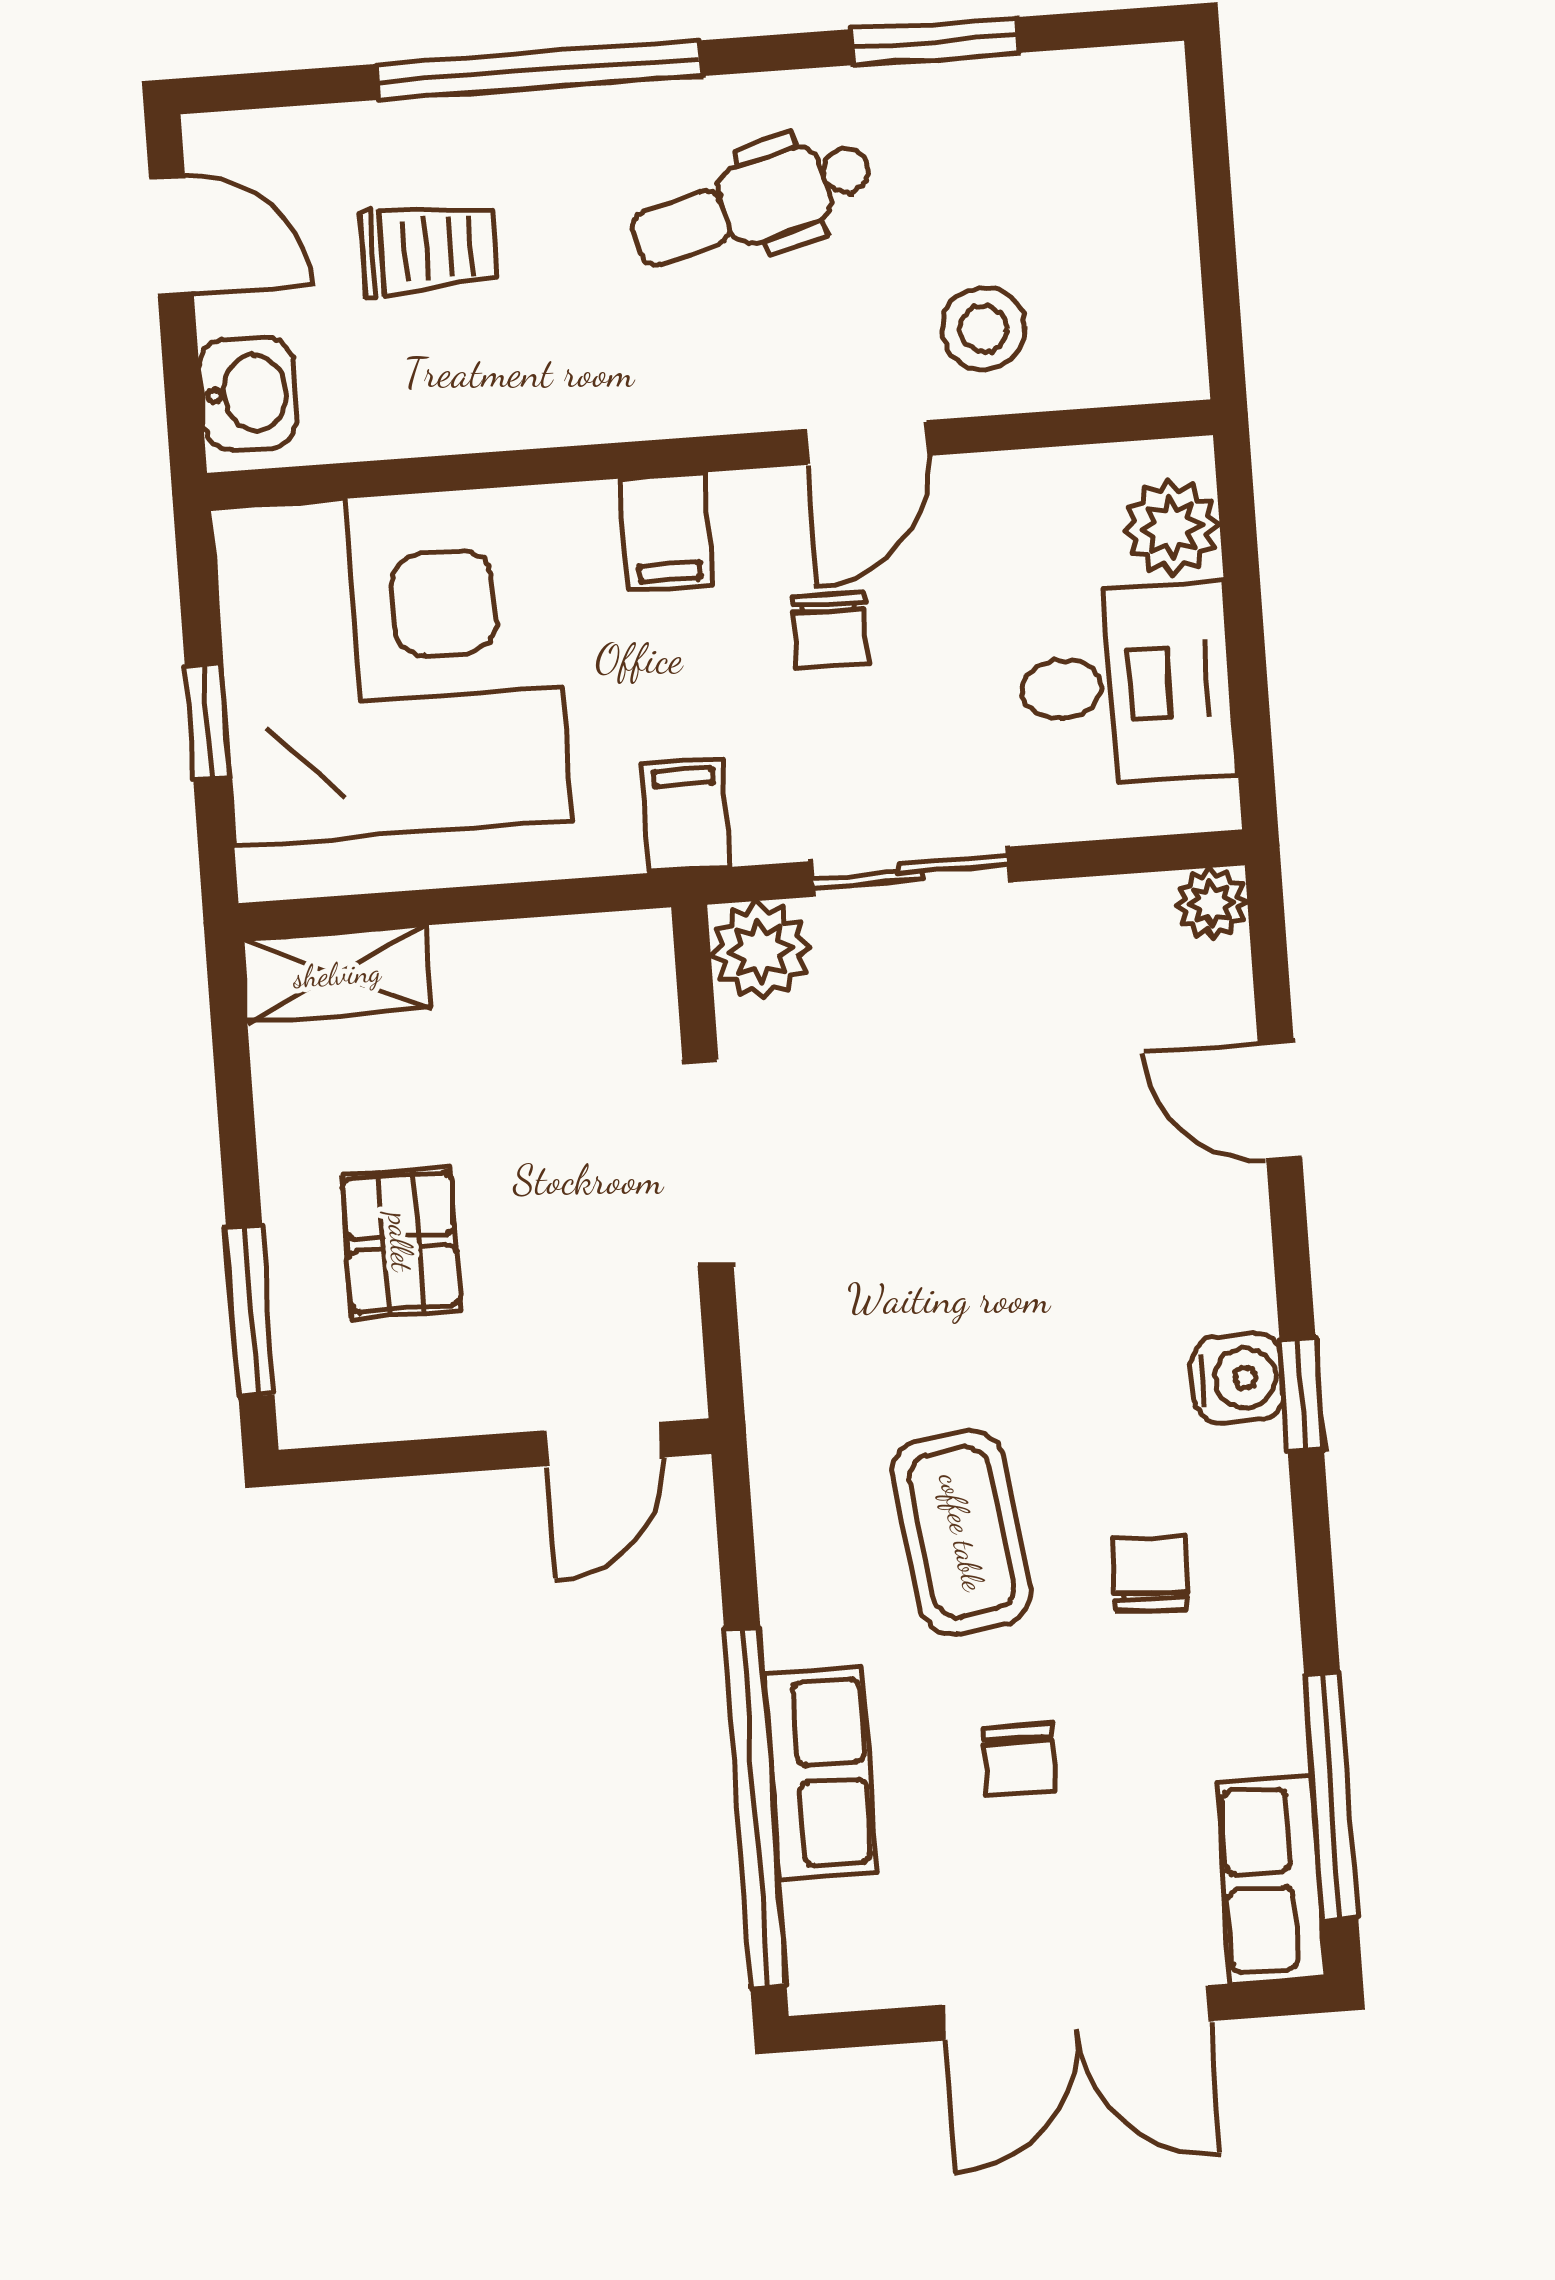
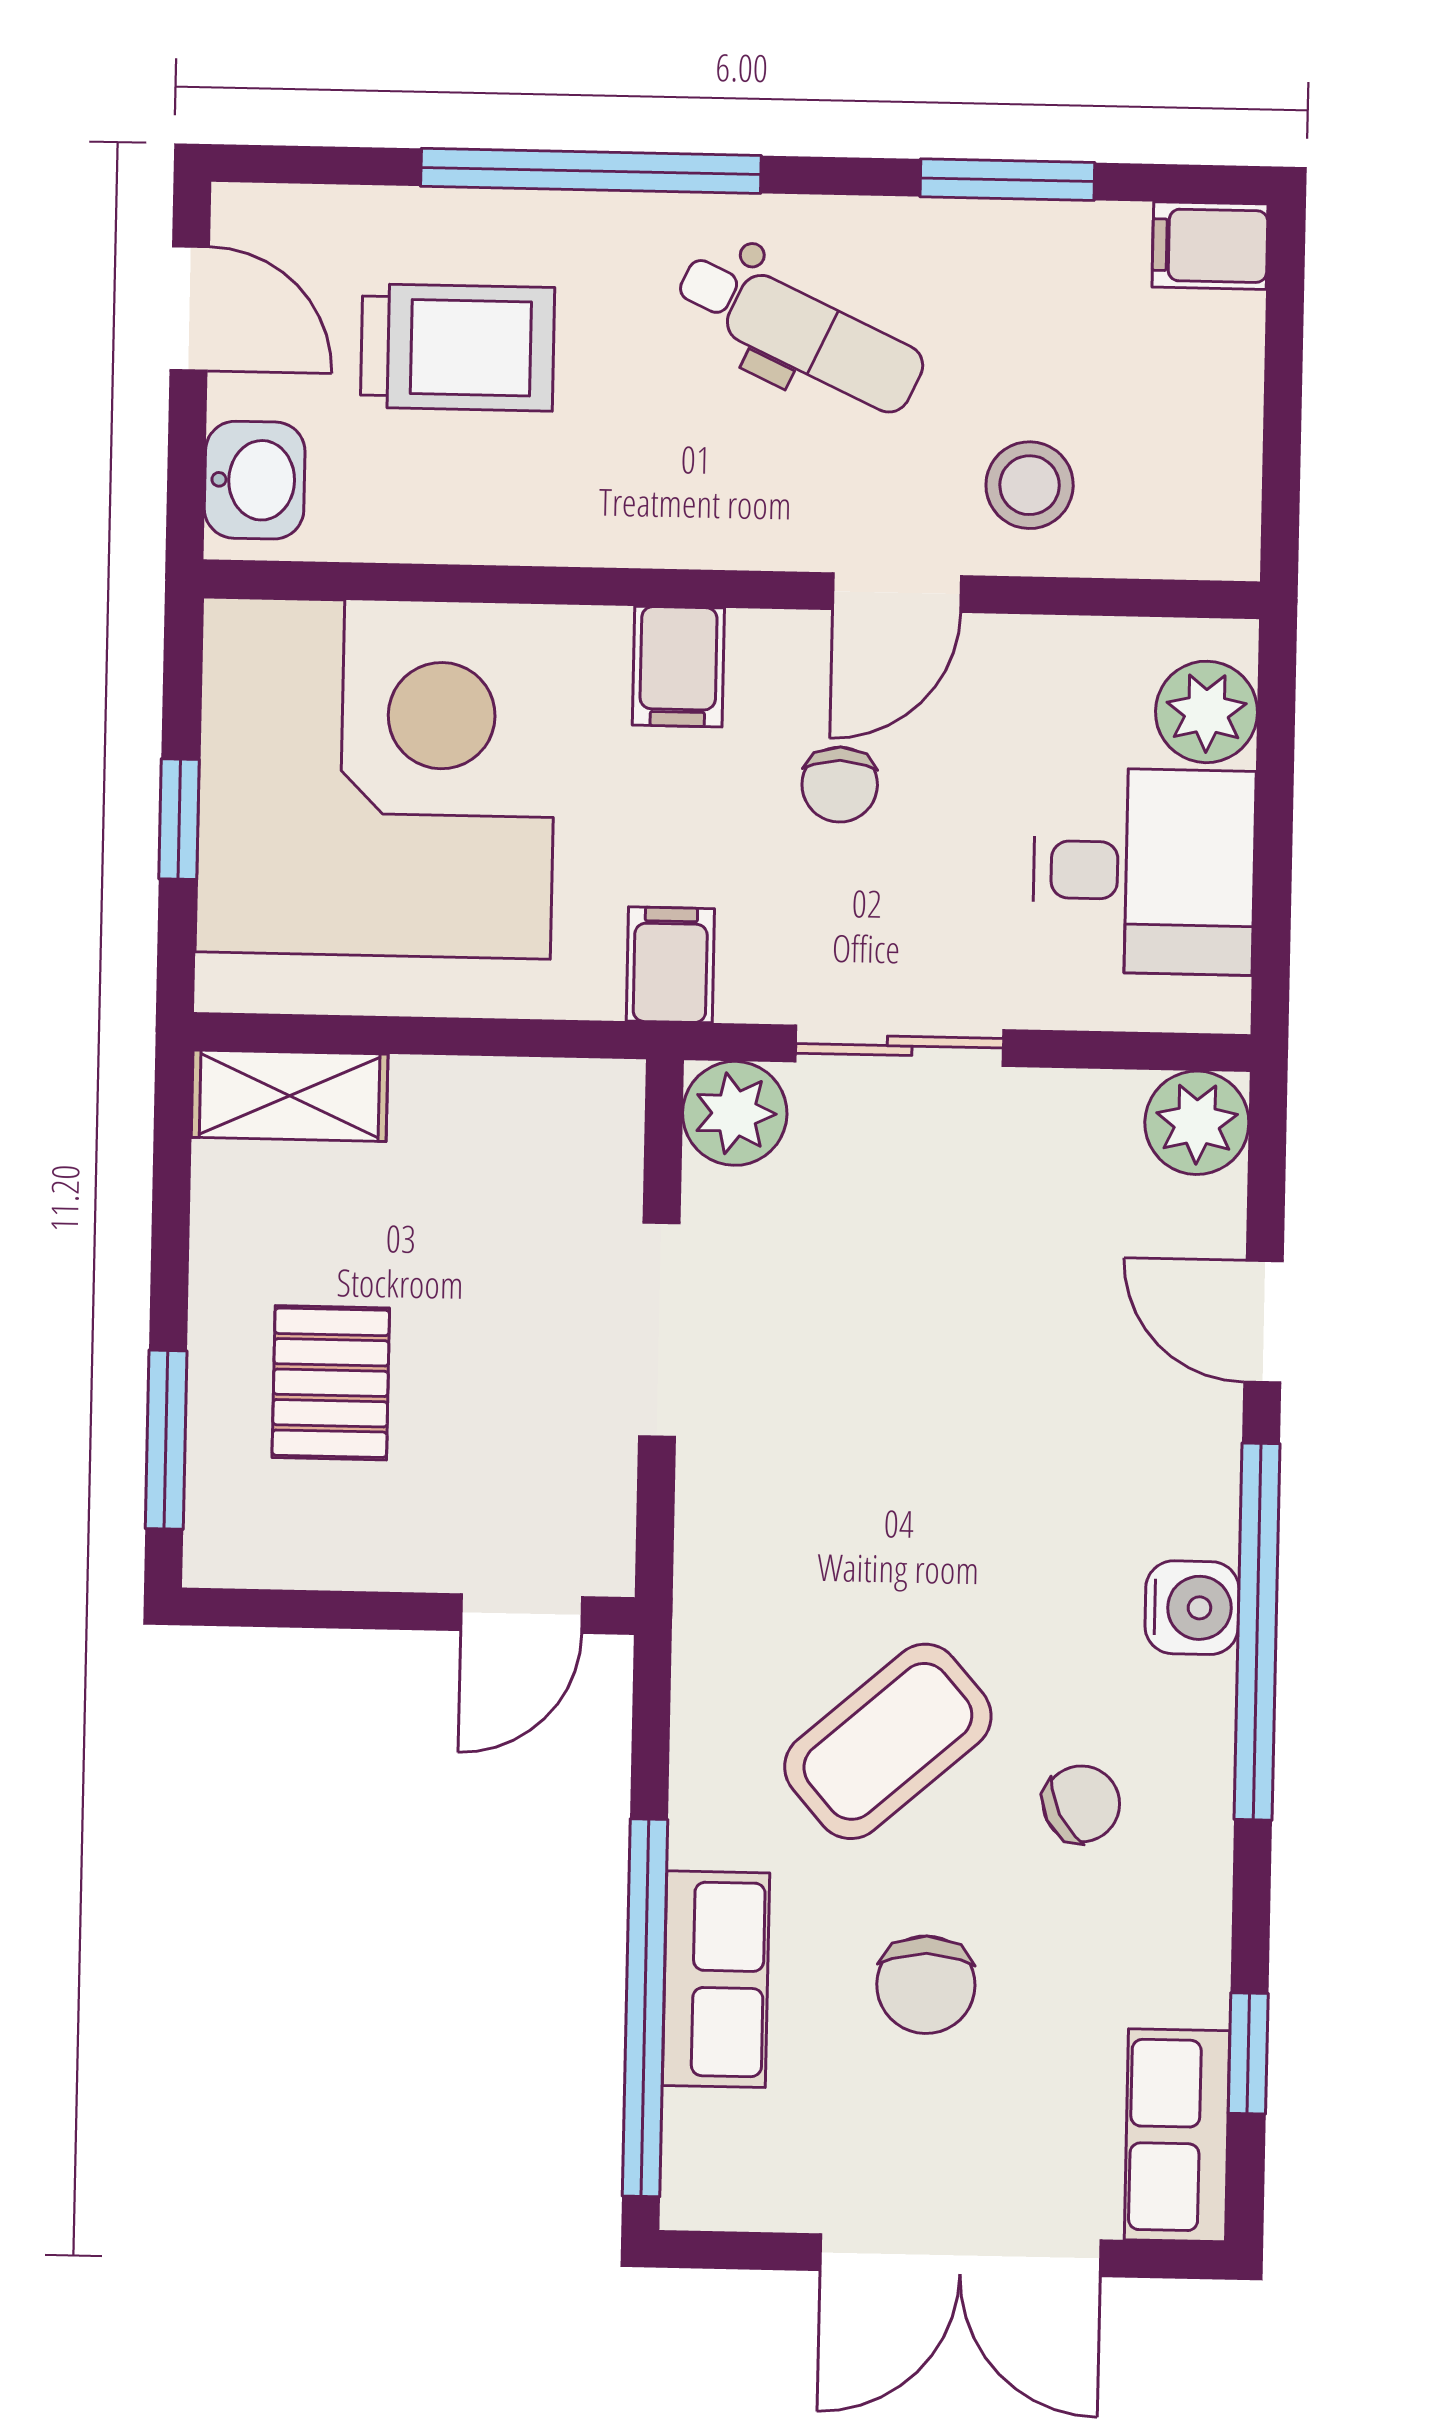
filing cabinet: (1133, 85) -> (1210, 246), added
dental chair: (752, 203) -> (800, 331), turned -140
trolley: (429, 249) -> (457, 347), width x1.36, depth x1.39
plant: (1212, 904) -> (1197, 1123), width x1.38, depth x1.38
window: (1302, 1395) -> (1257, 1632), width x3.17
coffee table: (962, 1532) -> (888, 1741), turned 57
chair: (1151, 1574) -> (1081, 1804), turned 60
chair: (1019, 1760) -> (926, 1985), width x1.37, depth x1.37
window: (1331, 1796) -> (1248, 2053), width x0.46

